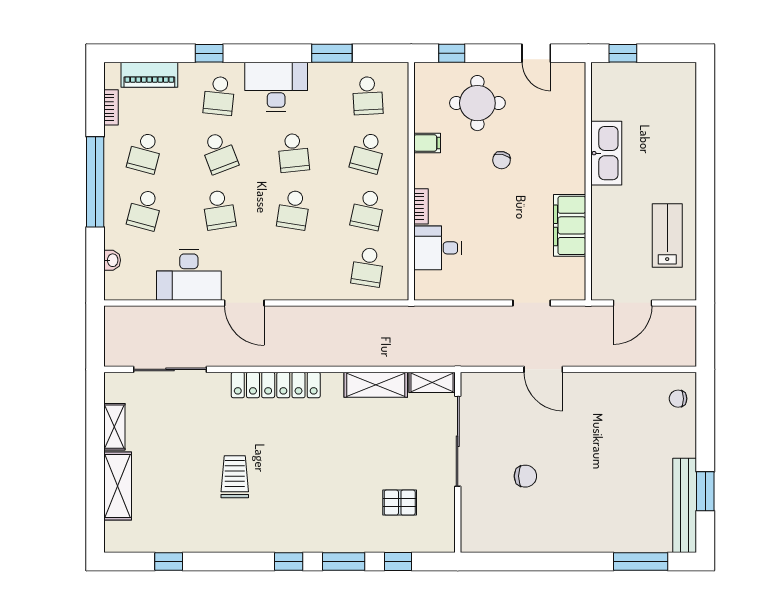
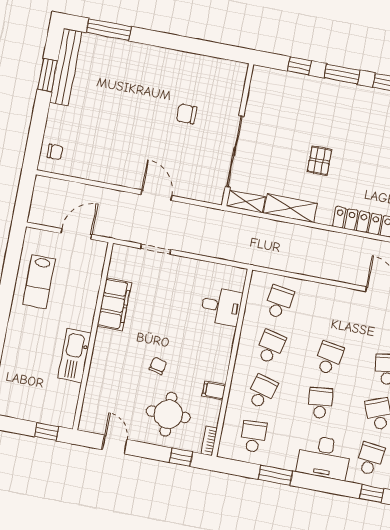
bookcase: (421, 206) -> (209, 441), moved
pallet: (400, 503) -> (320, 161), moved, turned 90

